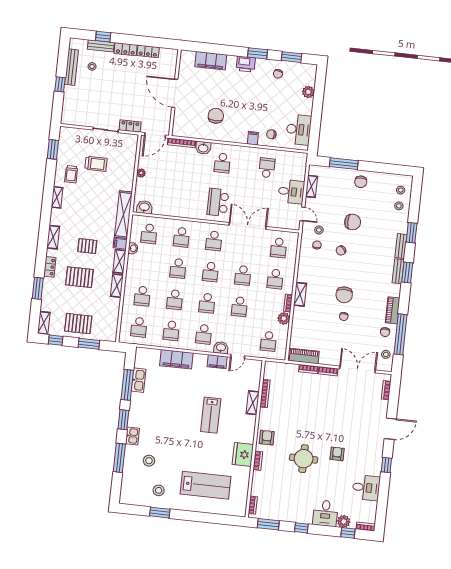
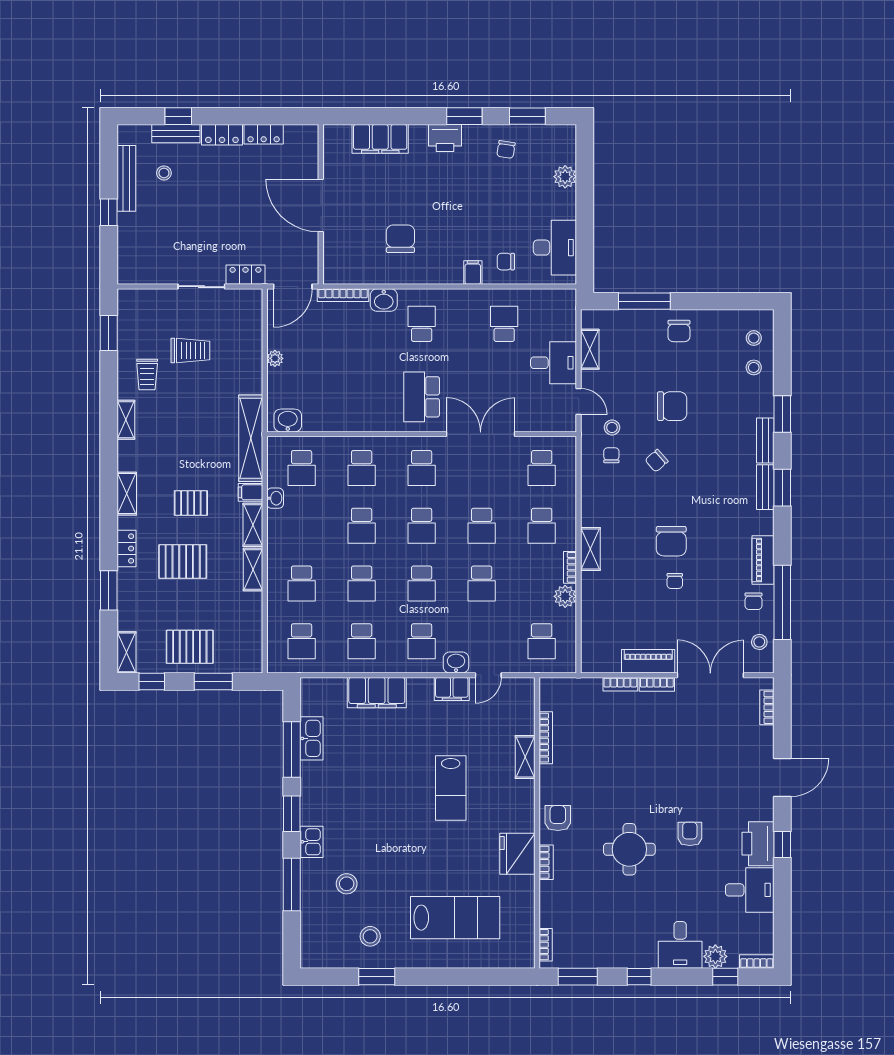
school desk: (222, 163) -> (422, 324), turned 180
piano: (304, 356) -> (648, 661), moved
printer: (373, 463) -> (758, 844), added

